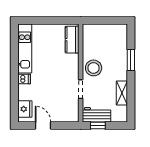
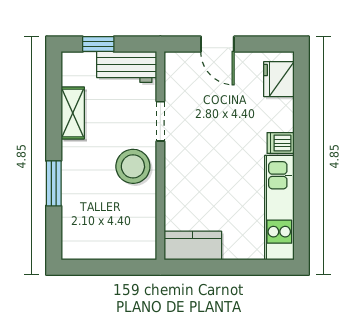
kitchen counter: (72, 40) -> (193, 246), moved, turned -90
door: (43, 125) -> (217, 44), moved
window: (98, 125) -> (98, 44), moved

